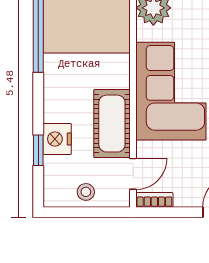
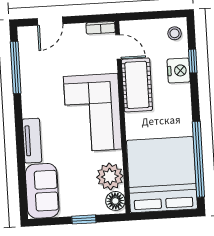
door: (133, 174) -> (118, 47), swing flipped
stool: (86, 192) -> (175, 33), moved

